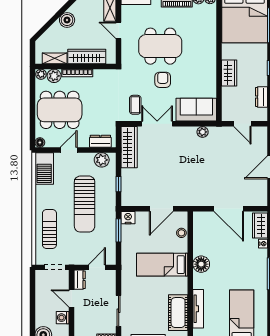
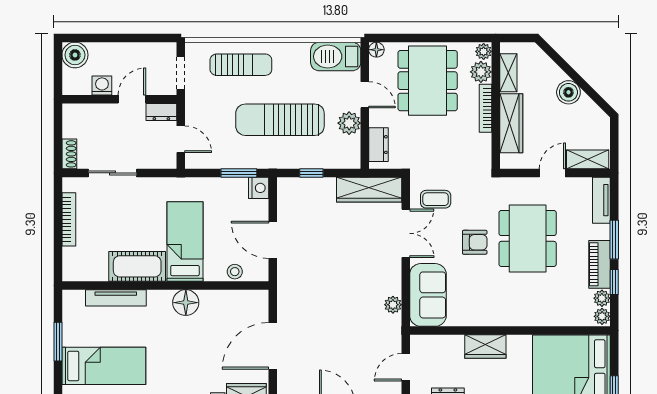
plant: (102, 160) -> (349, 123), moved
cot: (178, 313) -> (137, 266), moved

